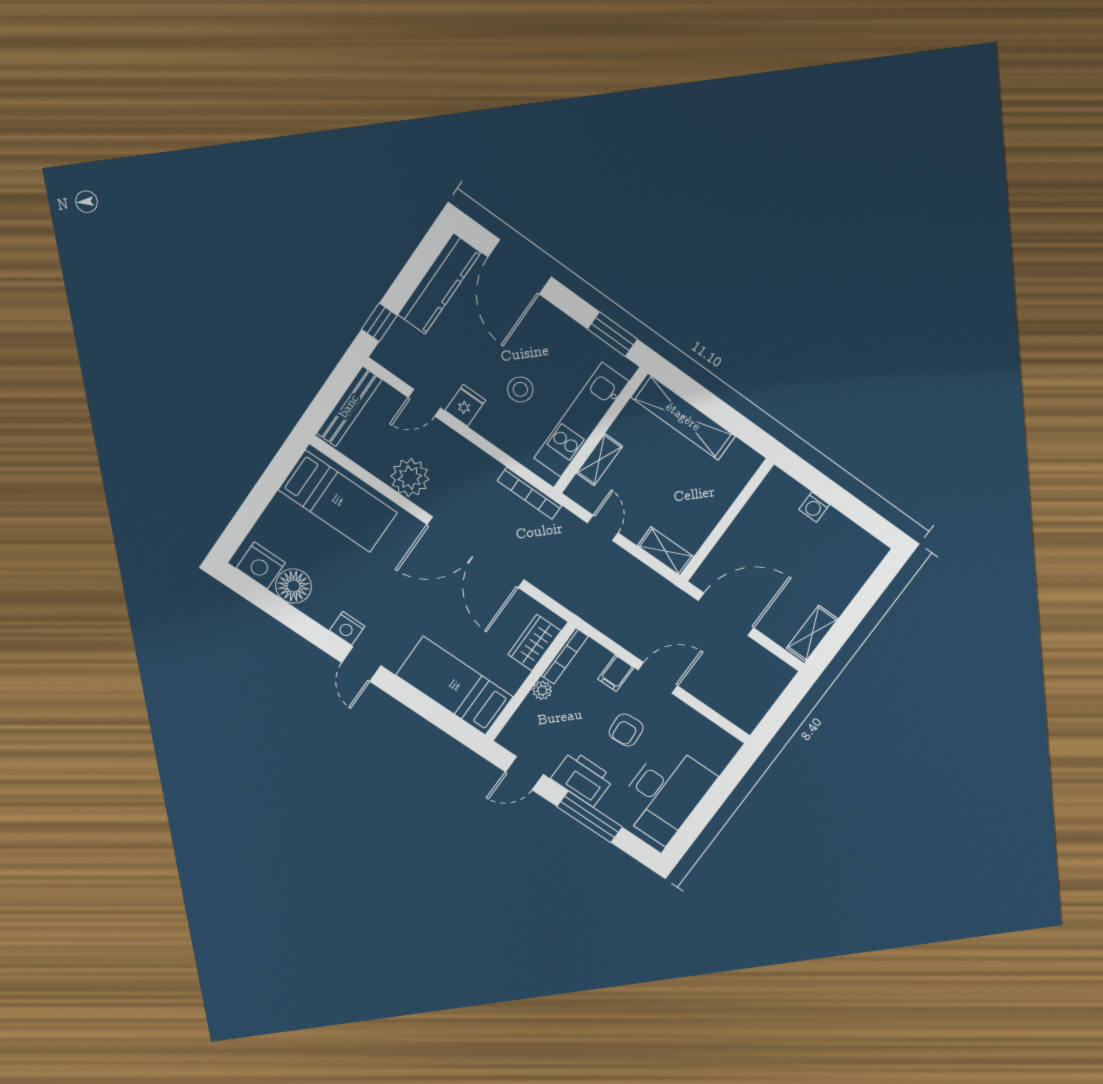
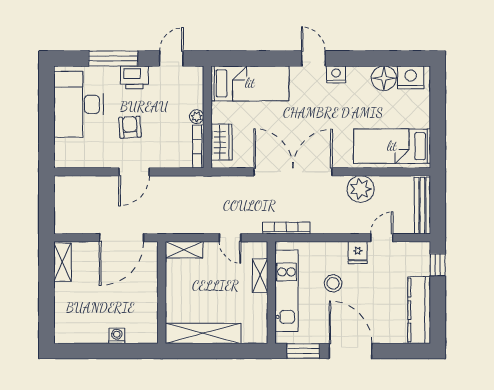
door: (520, 267) -> (351, 351), moved
shelving: (683, 417) -> (203, 333), moved
filing cabinet: (616, 673) -> (161, 157), removed
printer: (583, 778) -> (134, 77), width x0.73, depth x0.84

